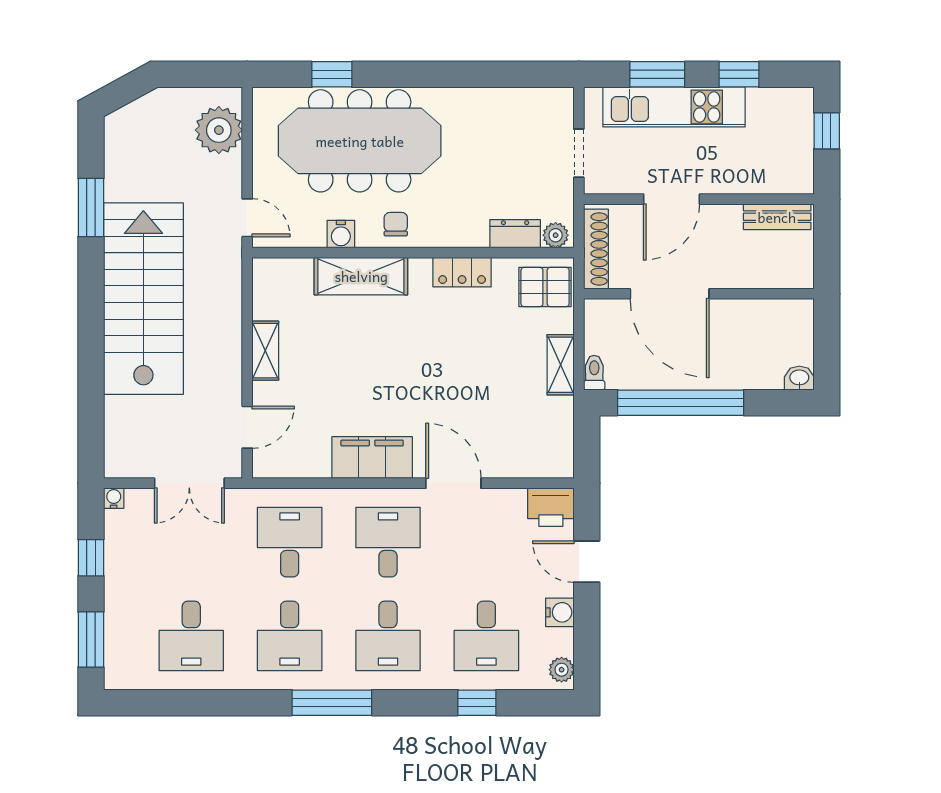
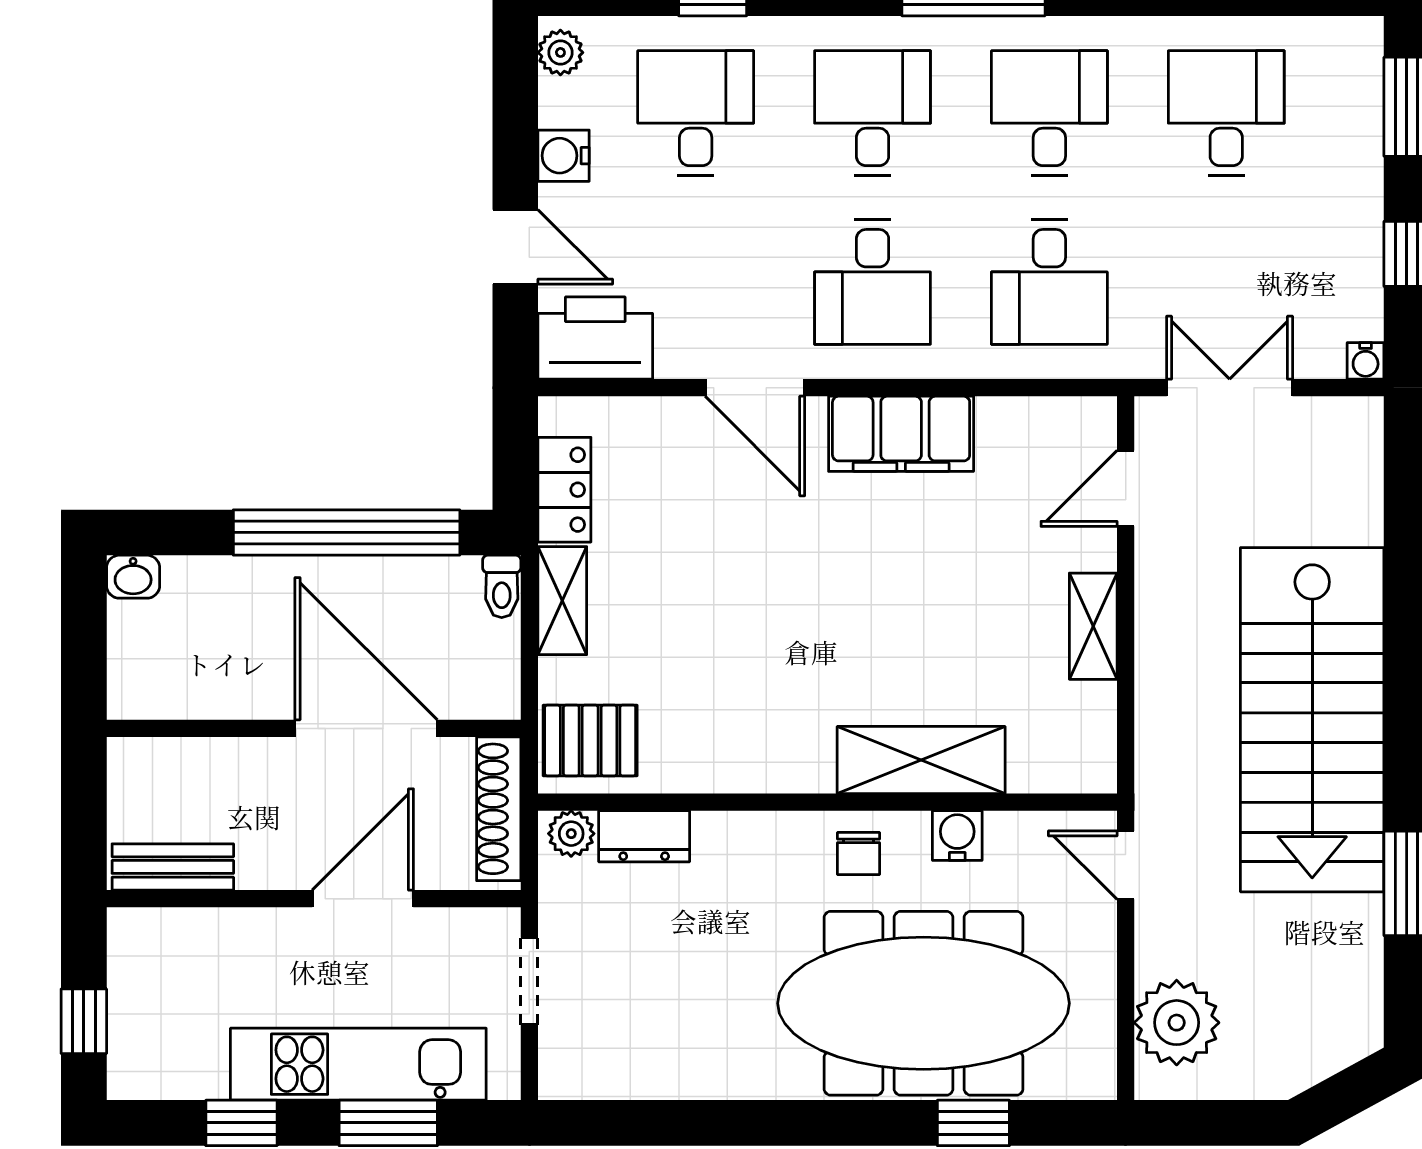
locker: (462, 272) -> (564, 490), moved, turned 90
printer: (551, 507) -> (595, 338), width x1.37, depth x1.19

